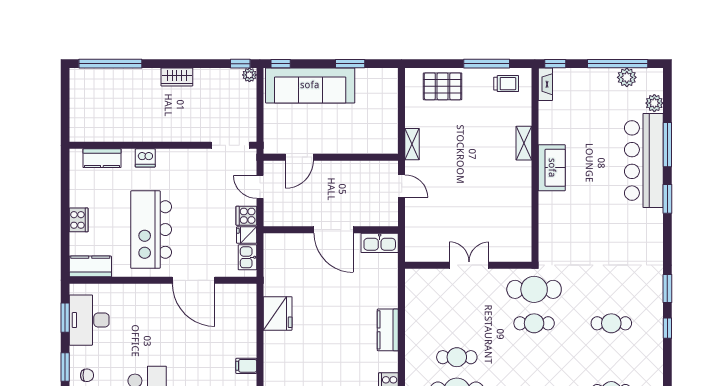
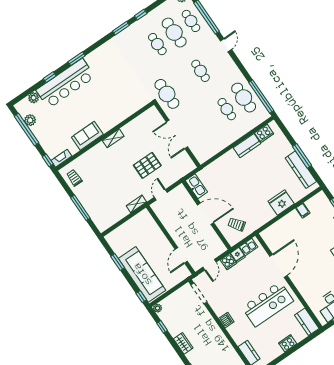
window: (240, 64) -> (162, 327), moved
window: (487, 64) -> (80, 208), moved
pallet: (443, 86) -> (147, 165), moved, turned 90
shelving: (524, 143) -> (113, 138), moved
window: (667, 145) -> (50, 77), width x0.46
door: (299, 157) -> (181, 255), swing flipped
dishwasher: (145, 158) -> (226, 320), moved
sofa: (552, 168) -> (87, 136), moved
door: (334, 230) -> (206, 214), hinge flipped
trolley: (290, 262) -> (237, 224), added
double door: (469, 265) -> (177, 134), width x1.37
fridge: (278, 313) -> (281, 203), moved
cafe table: (534, 323) -> (200, 71), moved
kitchen counter: (388, 330) -> (247, 146), moved
cafe table: (611, 357) -> (174, 33), added

